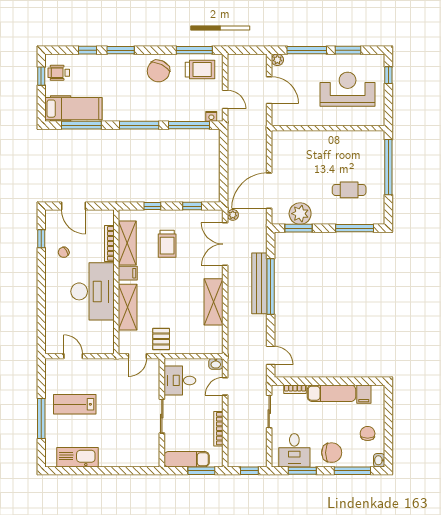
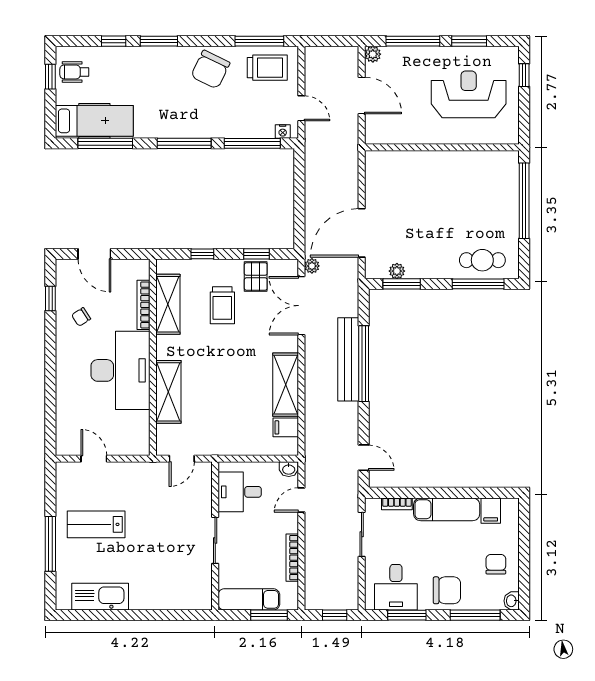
cafe table: (349, 190) -> (482, 260), moved
plant: (300, 214) -> (397, 271), width x0.53, depth x0.53
filing cabinet: (128, 273) -> (286, 427), moved, turned 180
pallet: (161, 339) -> (256, 277), moved

